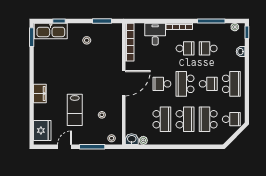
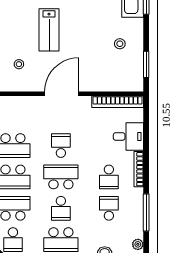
door: (124, 83) -> (62, 94), swing flipped
lab bench: (75, 110) -> (49, 30), moved, turned -90

